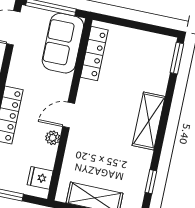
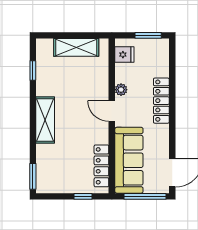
window: (123, 22) -> (83, 196), added
sofa: (63, 43) -> (129, 160), width x1.36
door: (69, 115) -> (112, 111), swing flipped

